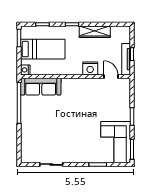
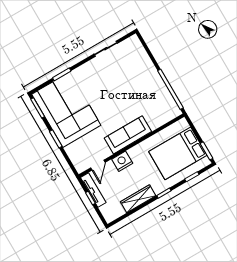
bed: (43, 49) -> (178, 153), width x1.50
nightstand: (25, 70) -> (183, 124), removed
door: (111, 77) -> (98, 165), hinge flipped
sofa: (41, 87) -> (128, 135), moved
corner sofa: (116, 142) -> (66, 110), width x1.36, depth x1.36

